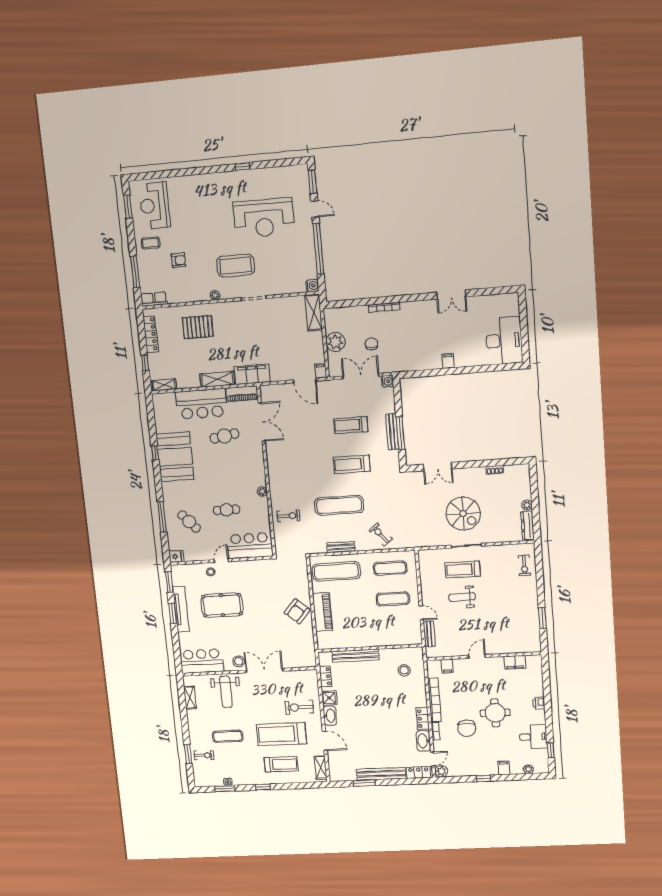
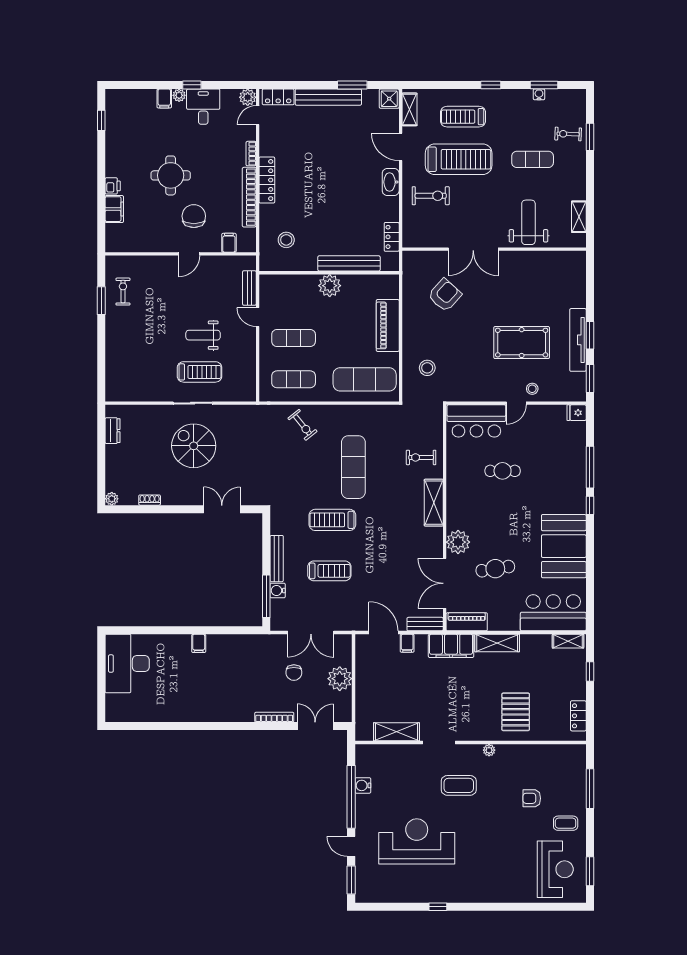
coffee table: (236, 266) -> (459, 785), width x0.73, depth x0.76
water cooler: (312, 286) -> (363, 785), moved
double door: (451, 295) -> (315, 726), moved
row of seats: (154, 299) -> (569, 752), removed
shelving: (314, 313) -> (396, 732), moved, turned 90
pallet: (198, 327) -> (516, 712), turned 90
locker: (151, 334) -> (578, 716), width x0.66
filing cabinet: (321, 371) -> (407, 643), moved
water cooler: (387, 381) -> (278, 591), moved
bar counter: (201, 404) -> (553, 613), moved
window: (400, 433) -> (266, 596), moved
window: (155, 453) -> (590, 505), moved
treadmill: (352, 464) -> (332, 520), turned 180
shelving: (276, 483) -> (434, 503), added
plant: (262, 491) -> (458, 542), moved, width x1.88, depth x1.88
exercise mat: (339, 505) -> (353, 467), turned 90
plant: (527, 505) -> (112, 499), moved
cafe table: (189, 522) -> (554, 459), removed
dresser: (528, 525) -> (113, 431), width x0.70
bench: (341, 547) -> (425, 624), moved
exercise bike: (524, 566) -> (123, 292), moved
weight bench: (462, 597) -> (203, 335), turned 180
armchair: (297, 611) -> (445, 295), moved
plant: (369, 639) -> (330, 286), added
bar counter: (202, 661) -> (557, 267), removed
stool: (239, 661) -> (427, 368), moved
filing cabinet: (515, 662) -> (114, 209), moved, turned 90
shower: (329, 698) -> (389, 99), moved
locker: (423, 719) -> (267, 180), width x1.53
chair: (467, 728) -> (194, 216), moved
desk: (533, 737) -> (203, 107), moved, turned 90
washbasin: (423, 741) -> (268, 141), removed
plant: (528, 769) -> (179, 95), moved

